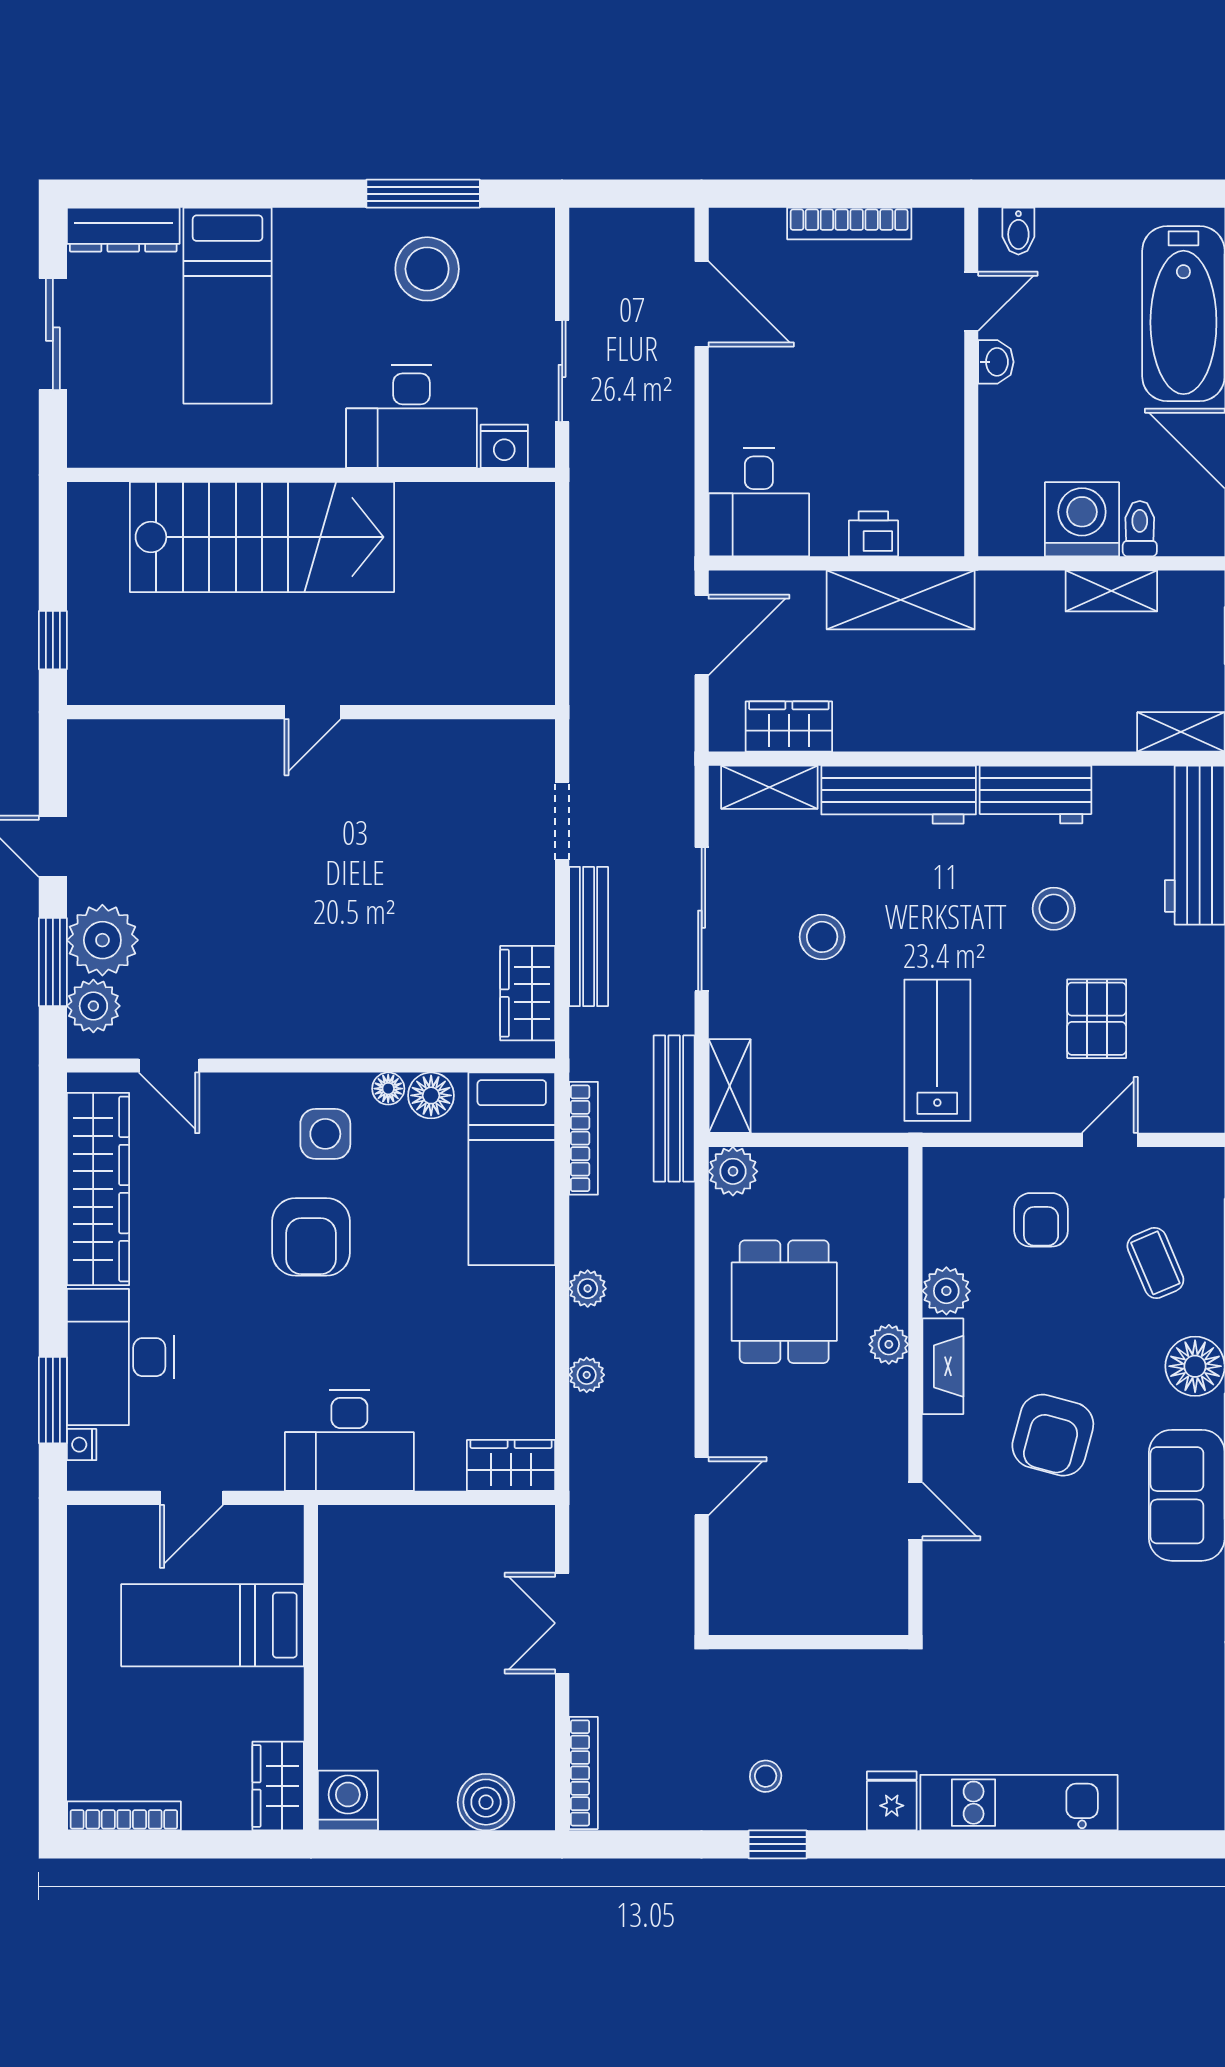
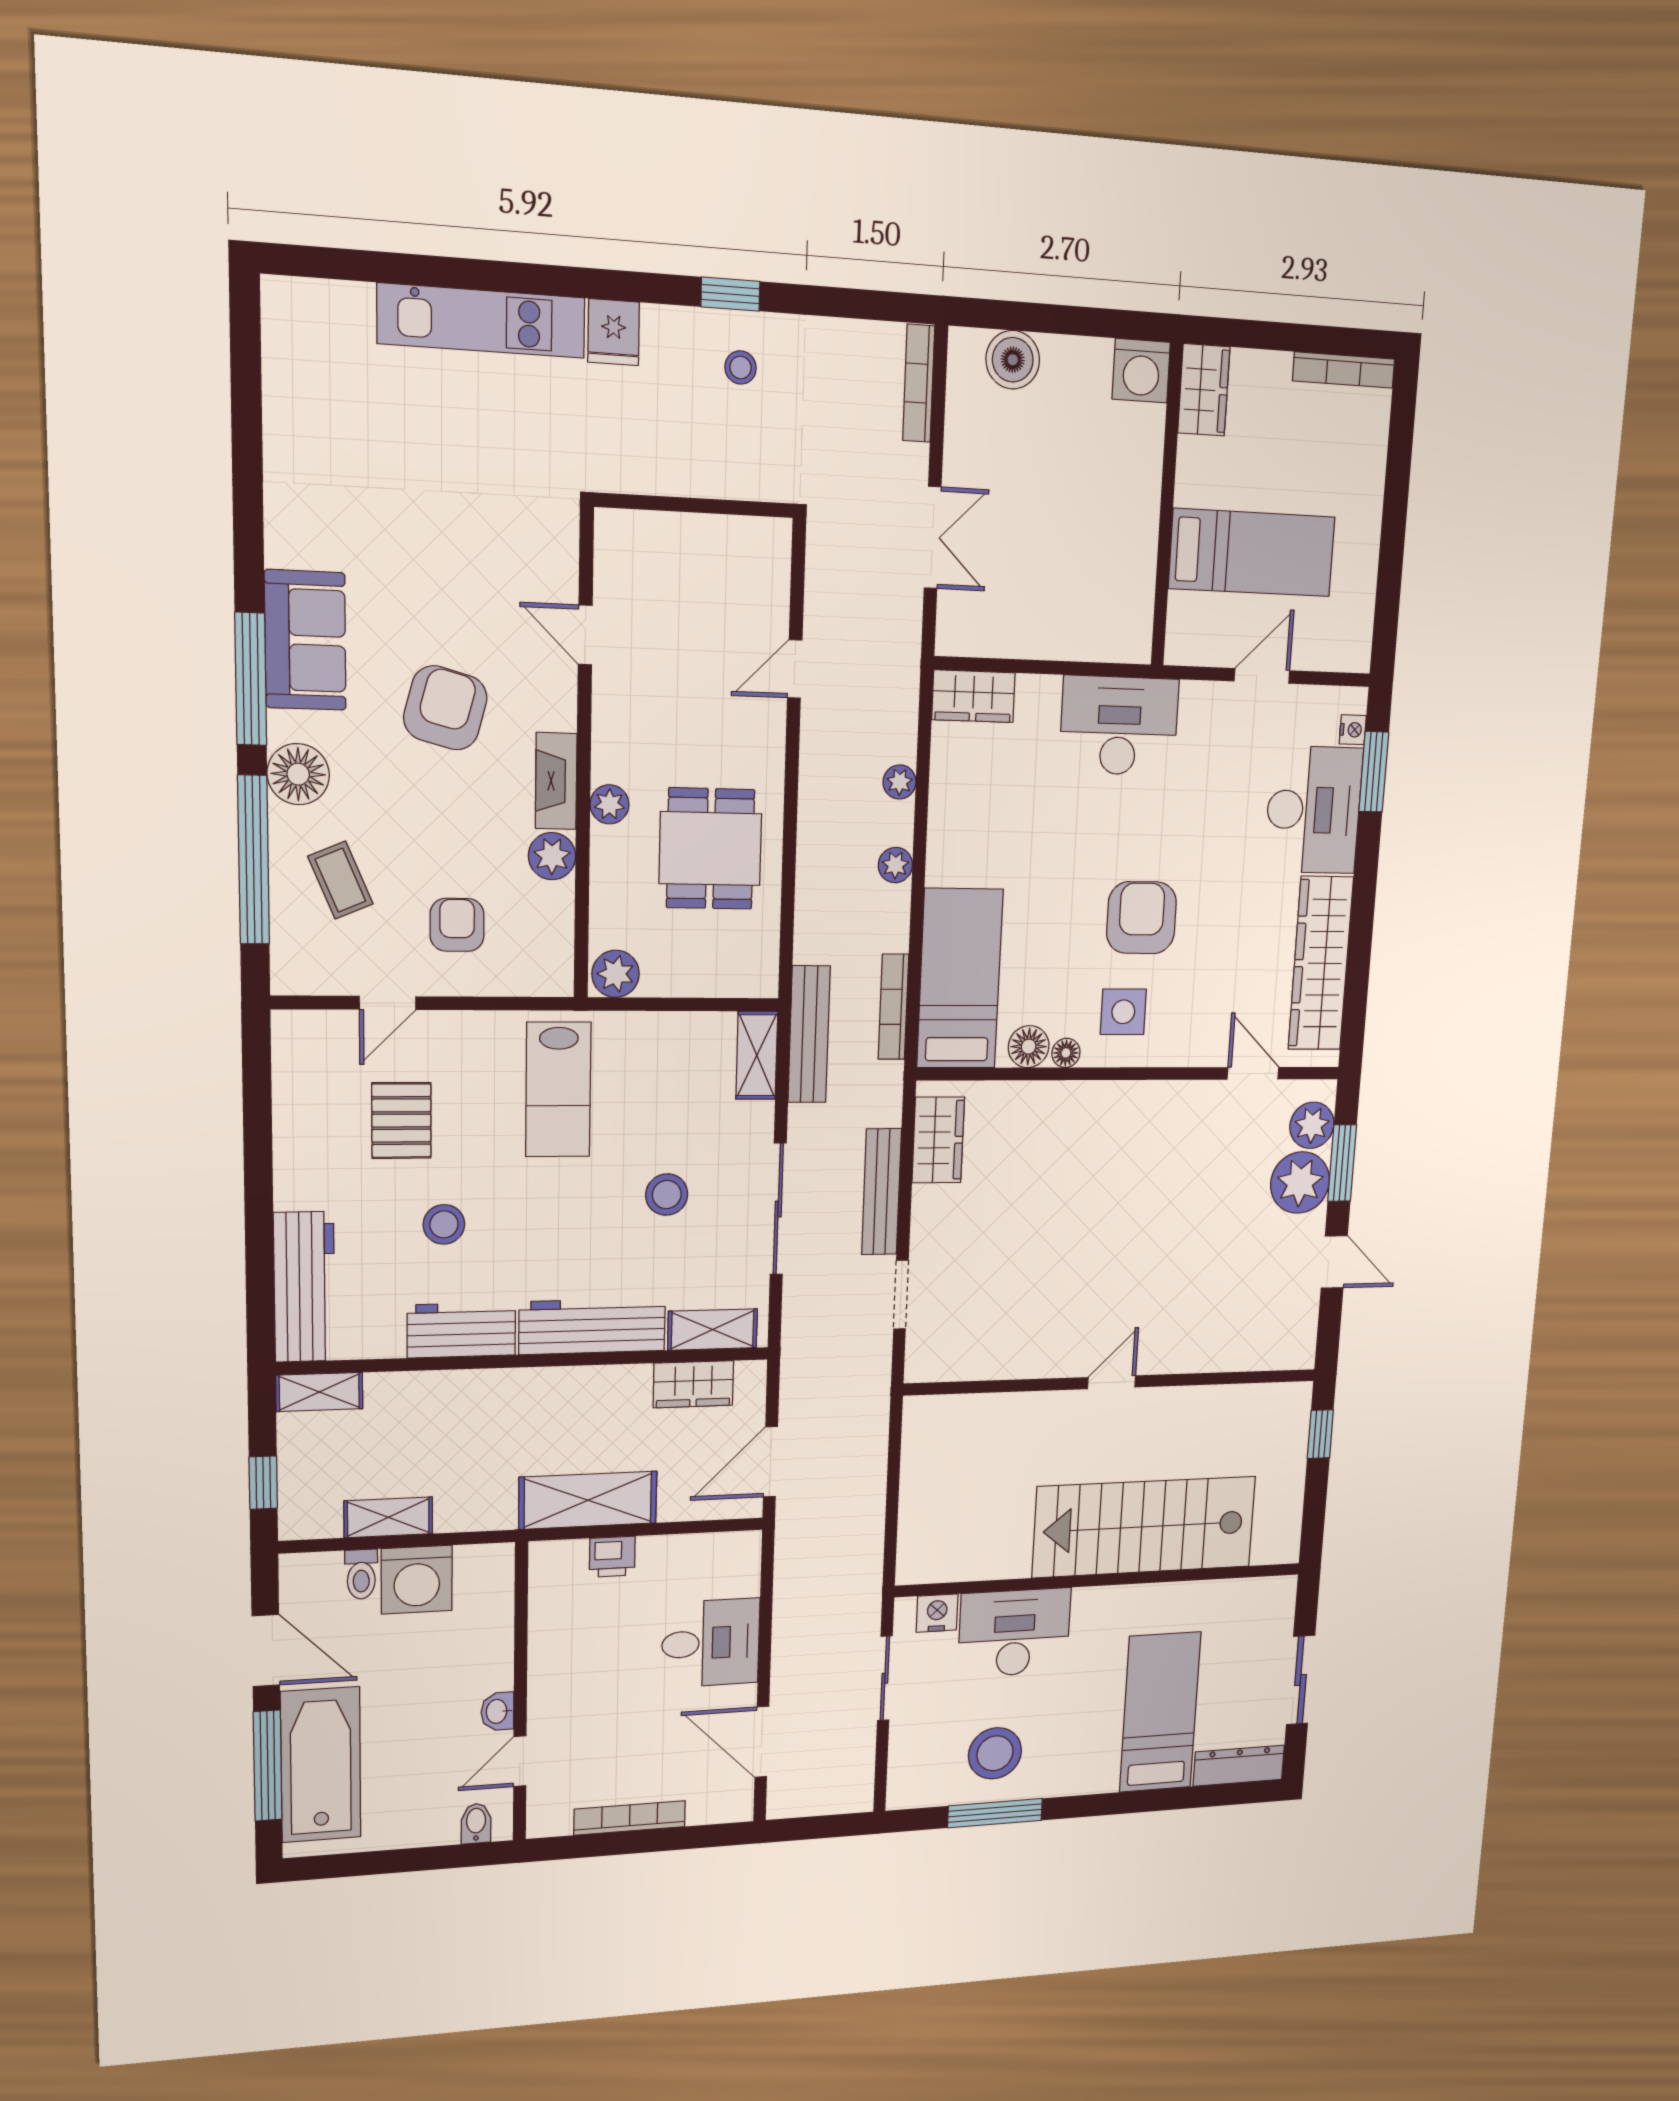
desk: (759, 502) -> (711, 1643), moved, turned 90
plant: (733, 1171) -> (616, 974), moved

